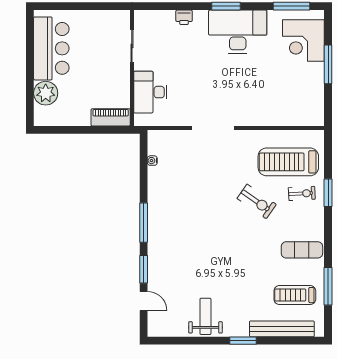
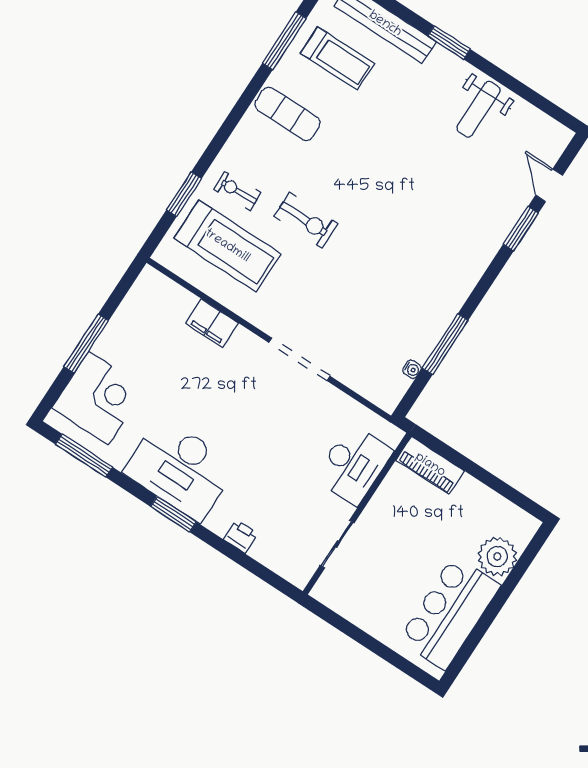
filing cabinet: (270, 117) -> (212, 323), added
window: (328, 193) -> (184, 194), moved
exercise bike: (257, 201) -> (306, 220), turned 145
window: (144, 223) -> (445, 344), moved

